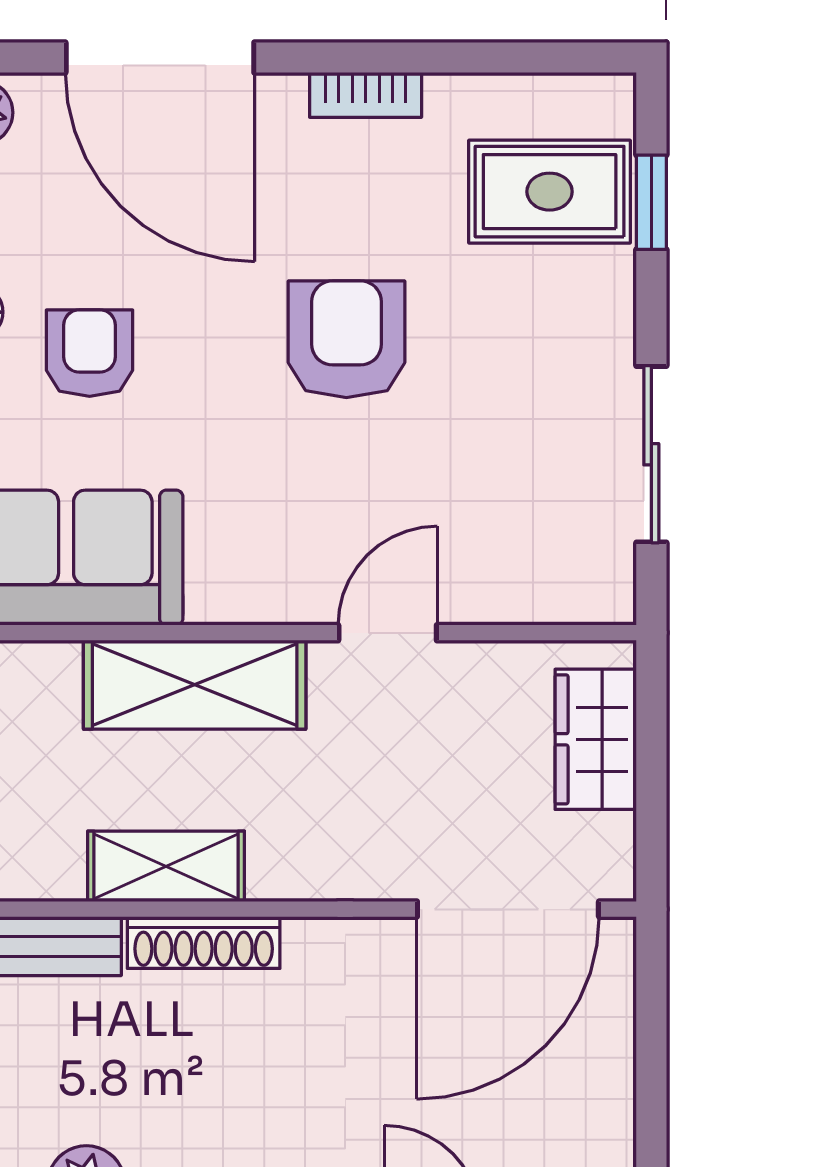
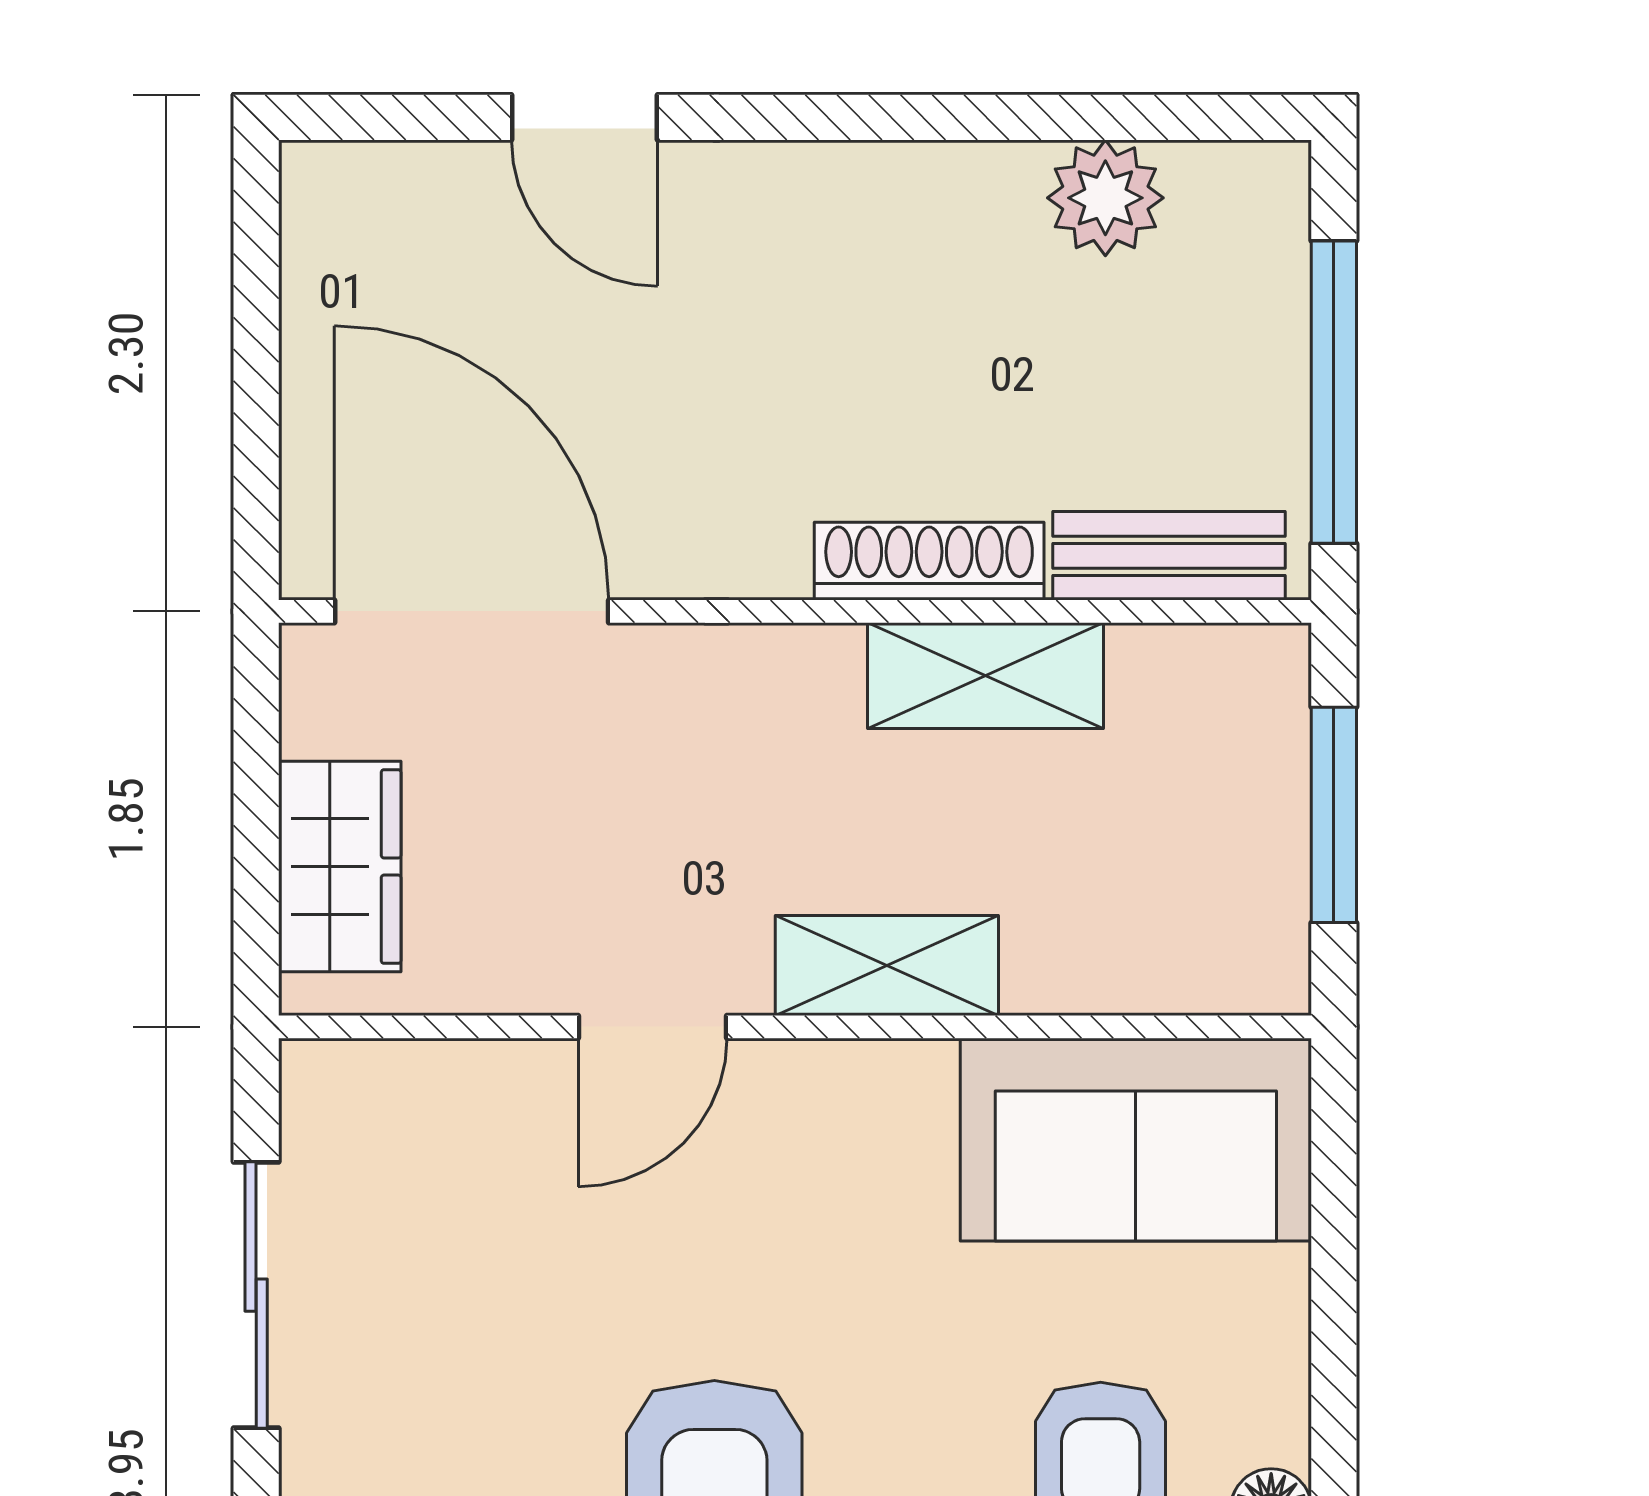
shelving: (195, 685) -> (887, 965), width x0.67, depth x0.75
door: (508, 909) -> (472, 611), hinge flipped

